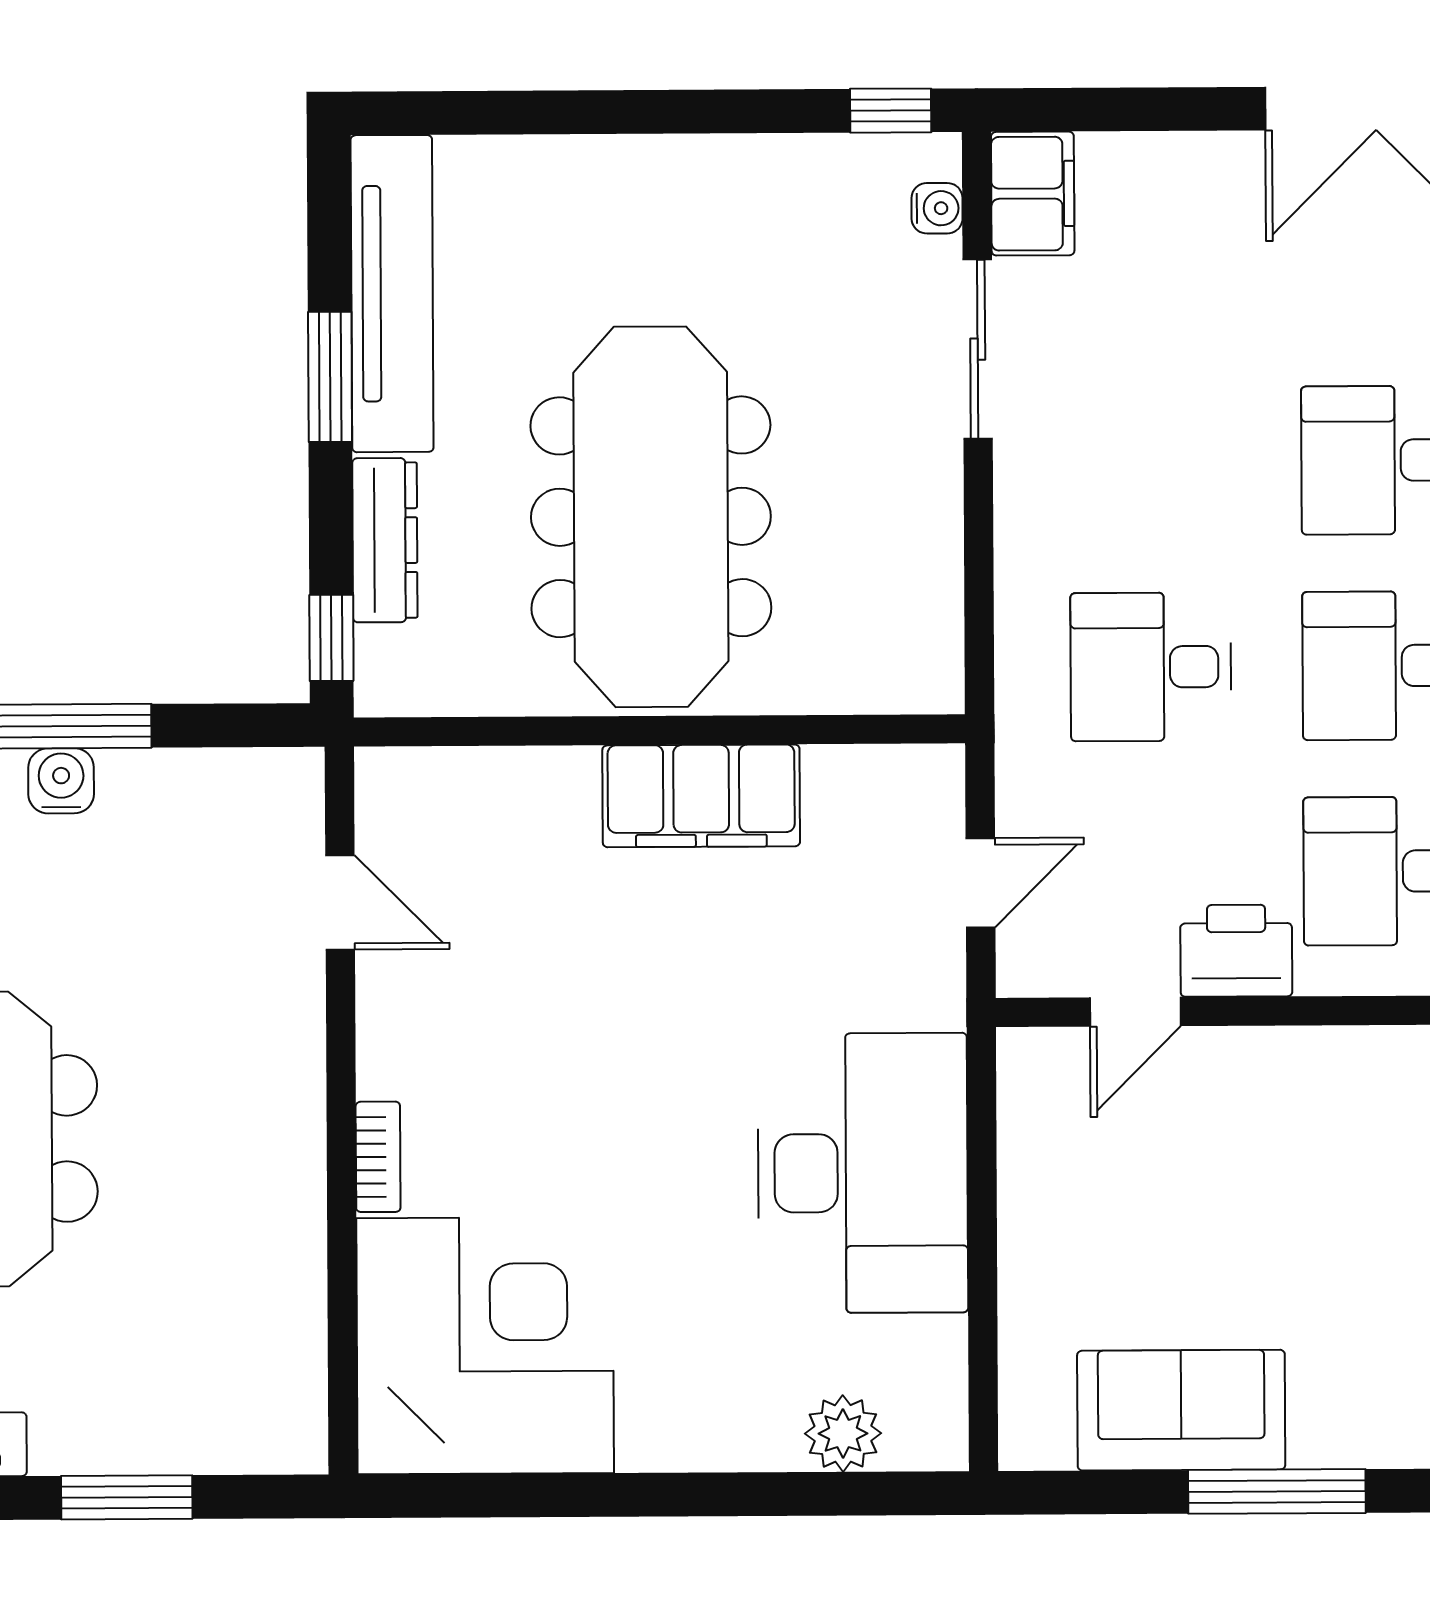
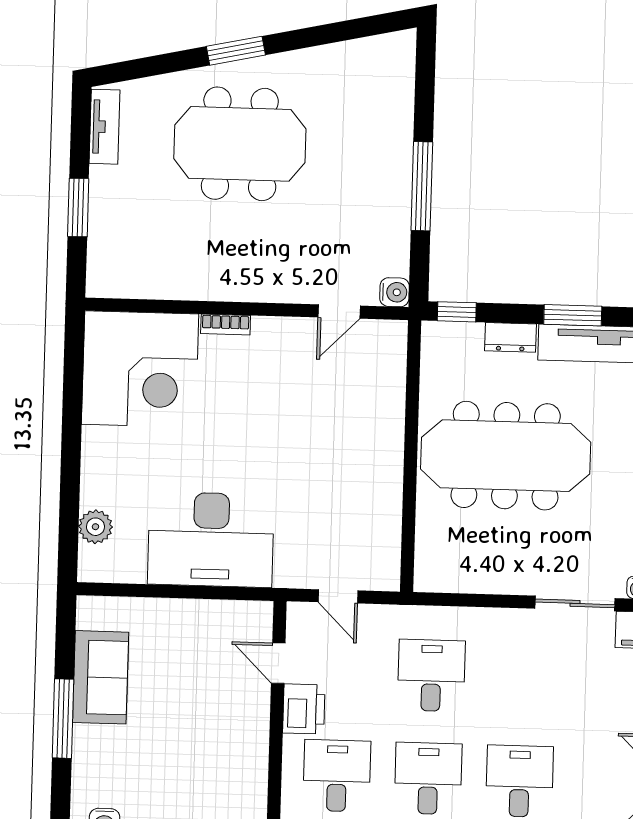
dresser: (385, 540) -> (510, 337), width x0.70
water cooler: (61, 781) -> (394, 292), moved
filing cabinet: (701, 796) -> (381, 474), removed

